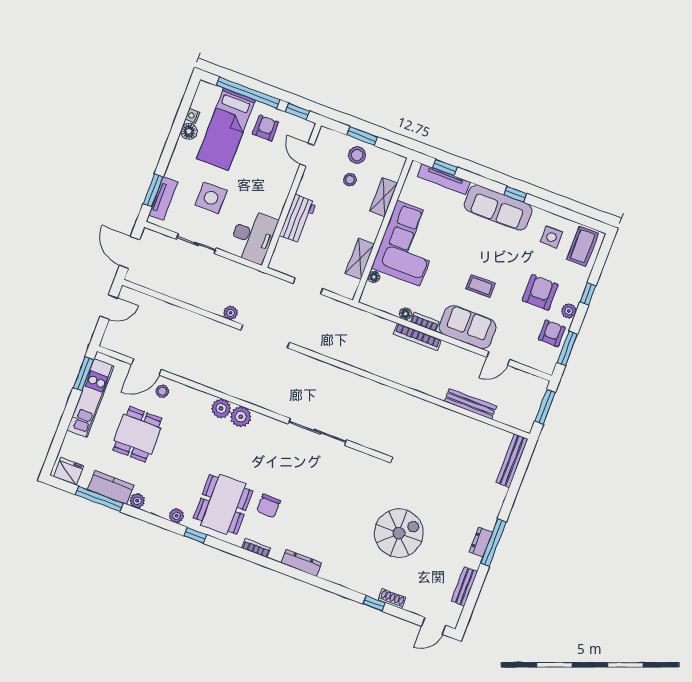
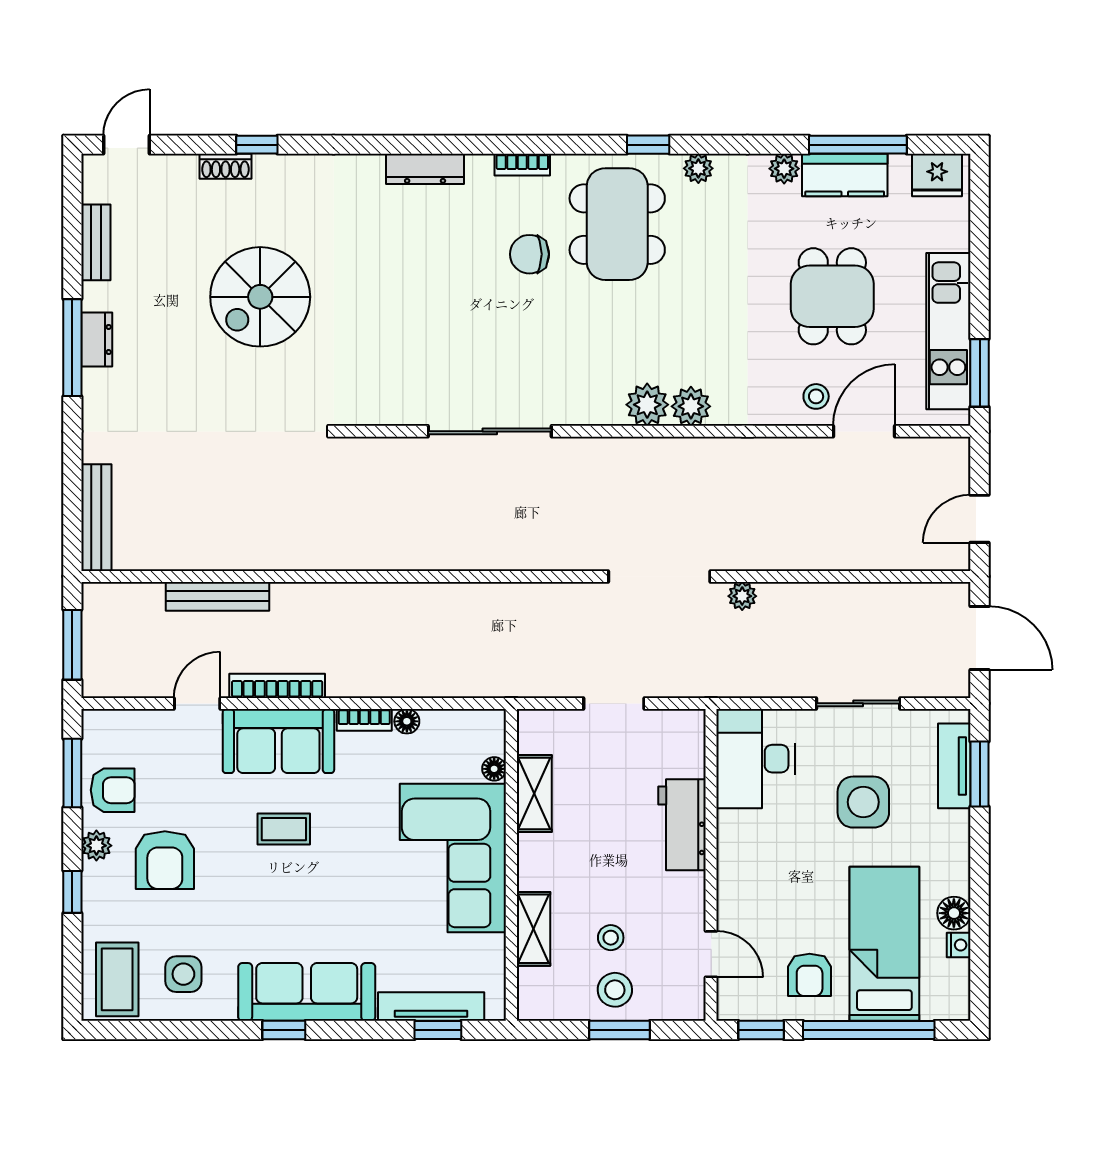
armchair: (552, 333) -> (113, 790), turned -90
bookcase: (417, 337) -> (277, 686), moved
chair: (268, 506) -> (529, 254), turned -90

